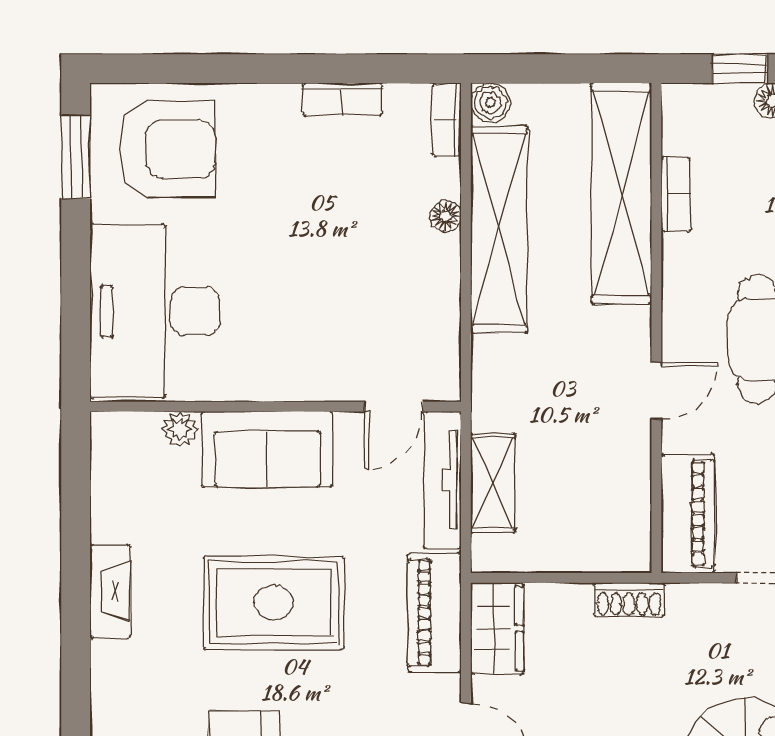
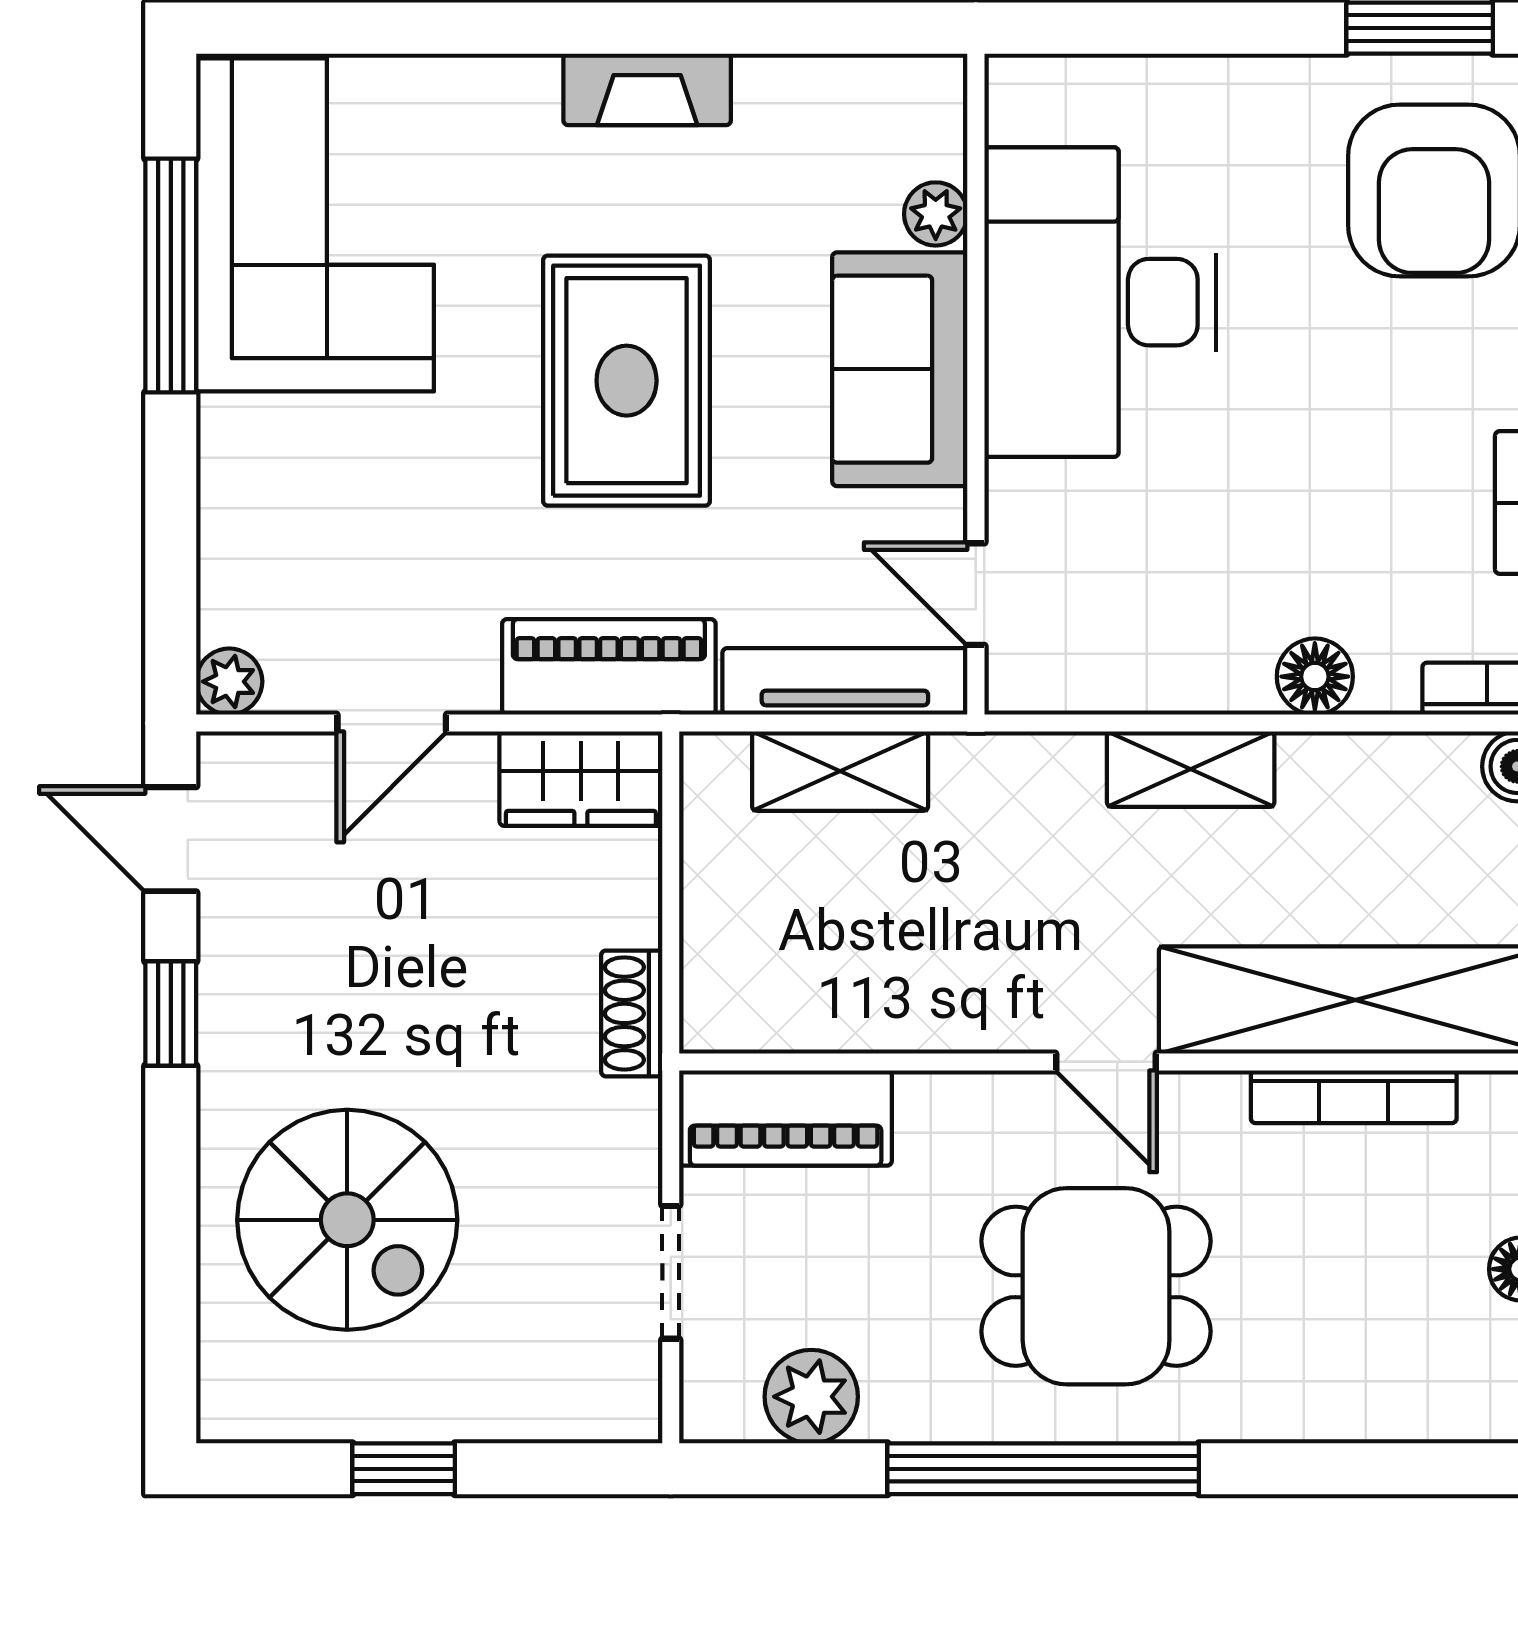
bookcase: (676, 194) -> (1354, 1097), width x1.56
floor lamp: (446, 216) -> (1315, 677), width x1.37, depth x1.37
shelving: (499, 229) -> (1191, 769), width x0.45, depth x0.75
desk: (155, 311) -> (1100, 302), moved, turned -90
door: (656, 391) -> (1106, 1062), moved

